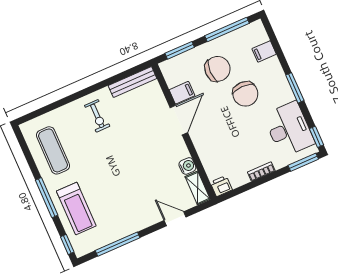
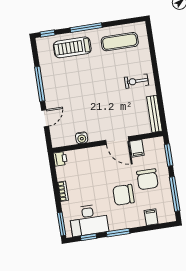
window: (316, 137) -> (88, 237), moved
shelving: (198, 188) -> (63, 141), removed
window: (118, 244) -> (40, 84), moved

